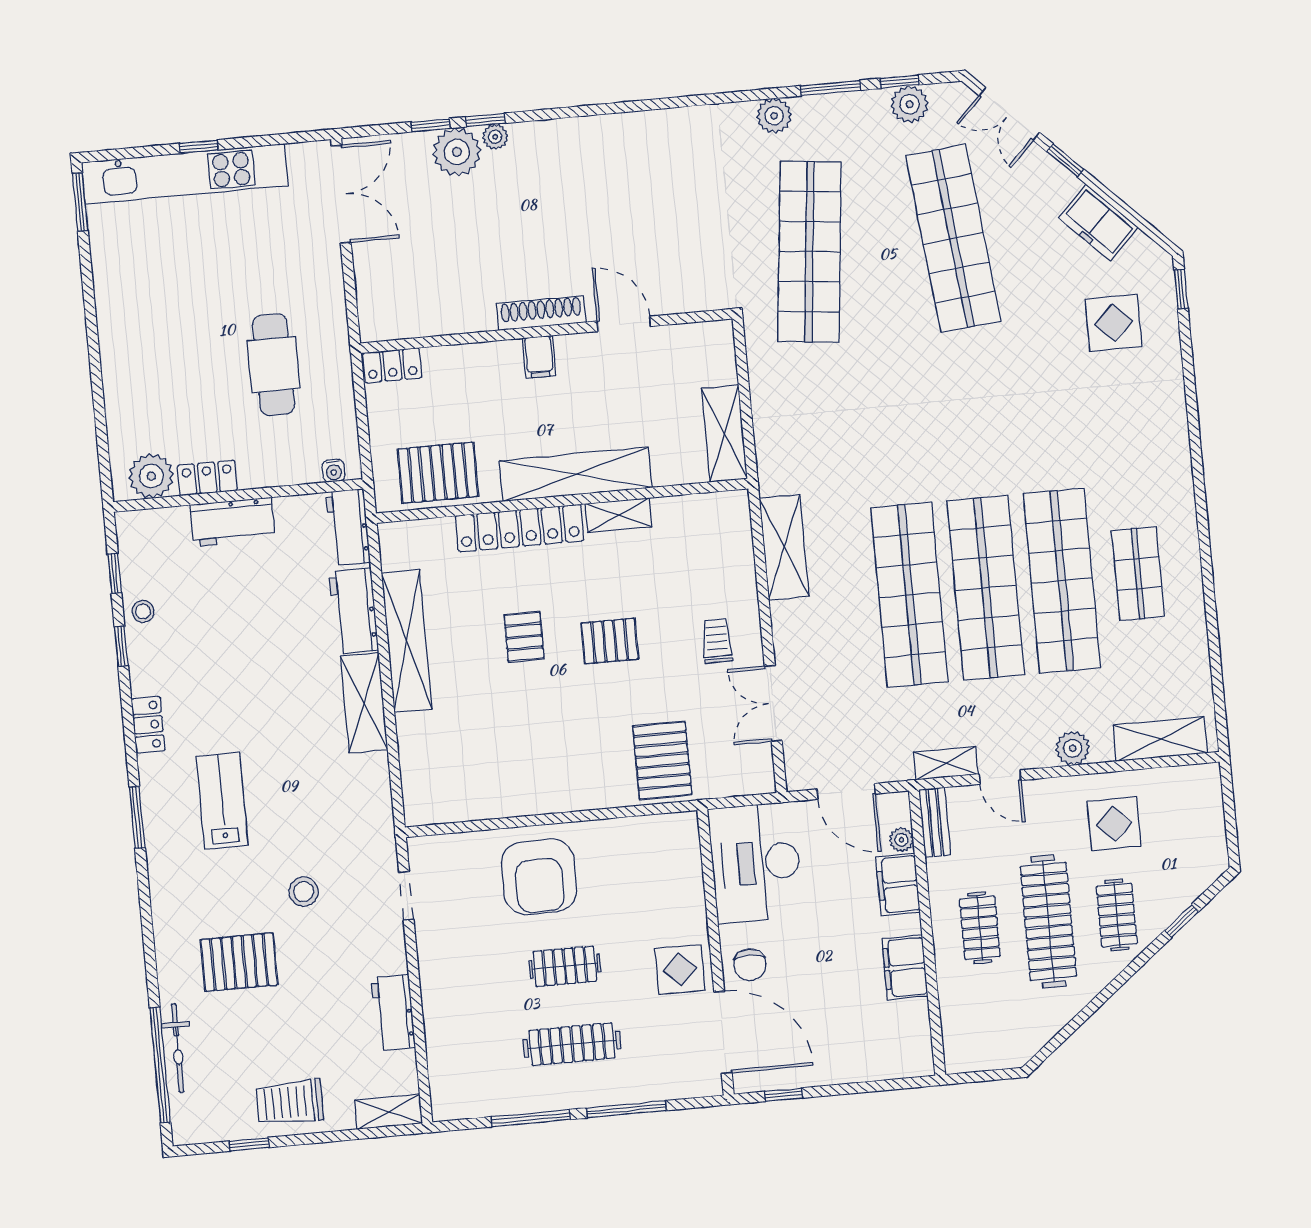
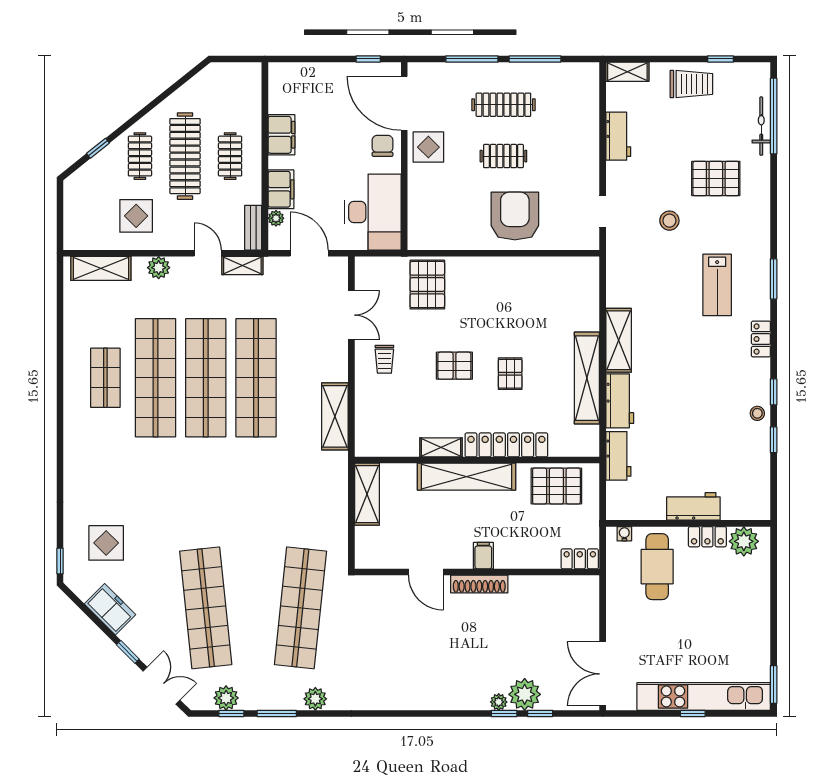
water cooler: (334, 471) -> (624, 534), moved
plant: (151, 476) -> (744, 541), moved
locker: (207, 478) -> (707, 537), moved
wall: (238, 495) -> (688, 523), moved
workbench: (233, 522) -> (693, 506), moved

